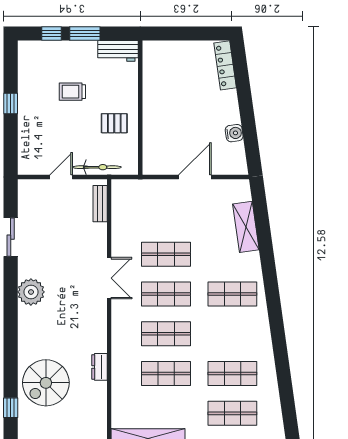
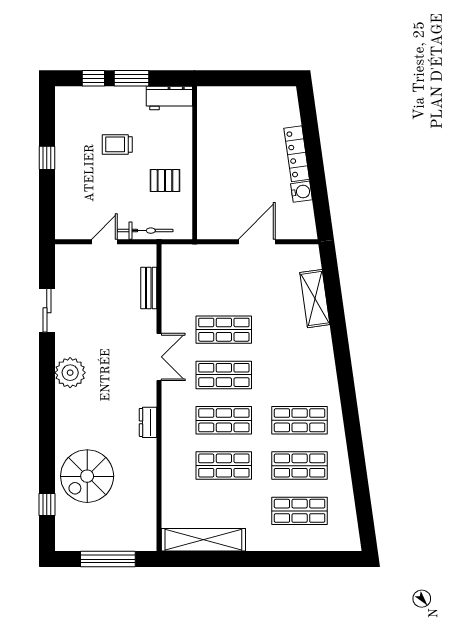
locker: (225, 65) -> (297, 154), moved
bench: (100, 204) -> (149, 288), moved
shop shelf: (232, 294) -> (300, 420), moved
dresser: (99, 367) -> (148, 422), moved

